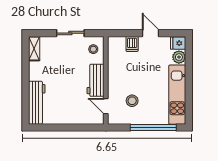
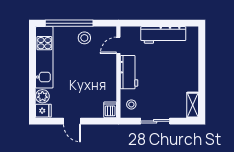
dishwasher: (132, 44) -> (110, 110), moved
stool: (132, 101) -> (84, 38), moved
workbench: (37, 103) -> (163, 35), moved, turned -90
door: (106, 106) -> (118, 45), swing flipped

